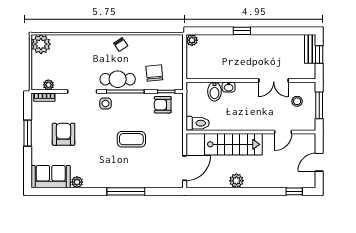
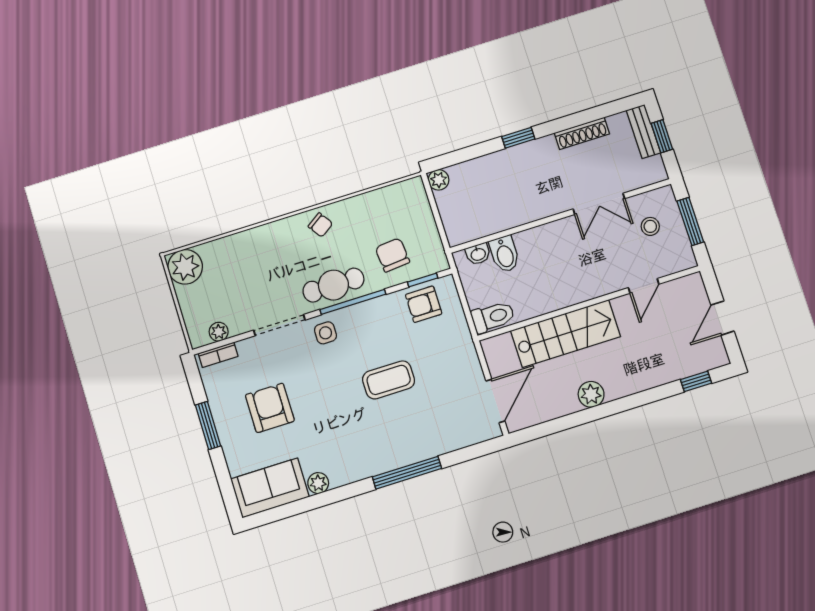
shoe rack: (277, 39) -> (582, 133), added
washbasin: (229, 87) -> (478, 254), moved

